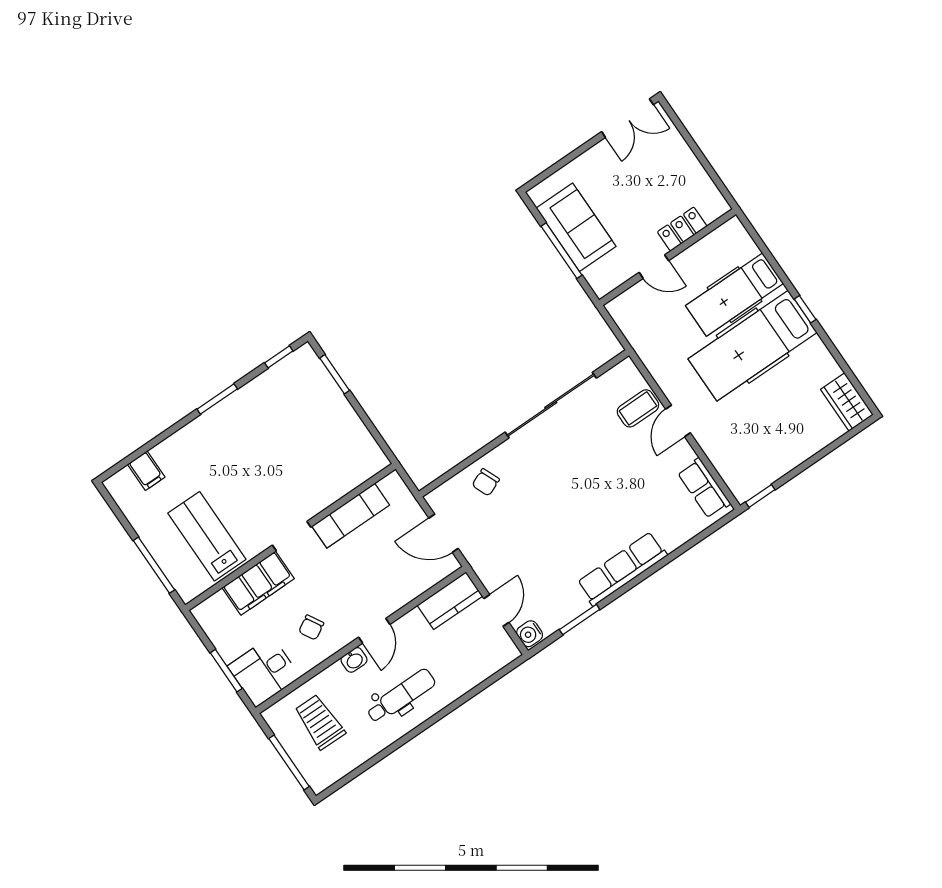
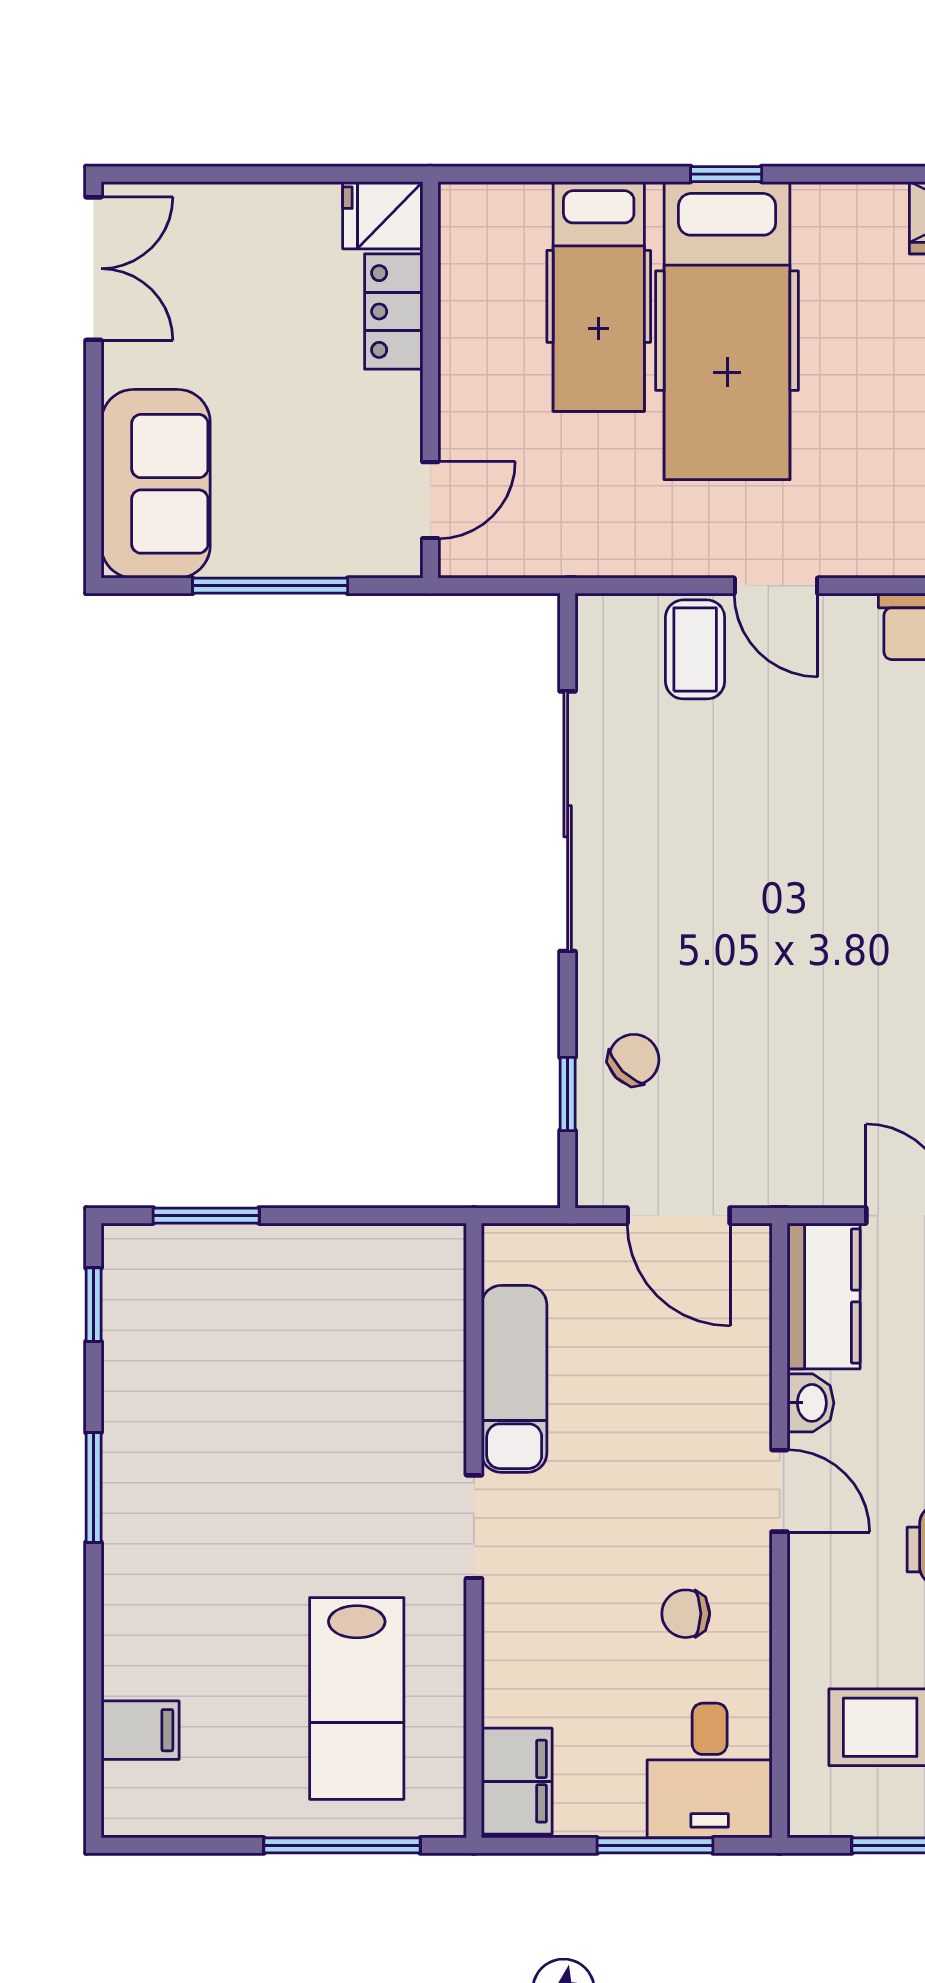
fridge: (712, 203) -> (383, 215), added
sofa: (576, 227) -> (156, 484), moved, turned 90
door: (654, 267) -> (430, 500), moved
window: (459, 468) -> (568, 1094), added
chair: (486, 482) -> (634, 1060), turned -112
door: (444, 533) -> (679, 1216), hinge flipped
lab bench: (207, 536) -> (357, 1698), turned -90
filing cabinet: (258, 583) -> (517, 1781), moved, width x0.67, depth x0.86
chair: (311, 627) -> (686, 1614), turned 120
washbasin: (354, 660) -> (810, 1403), moved

